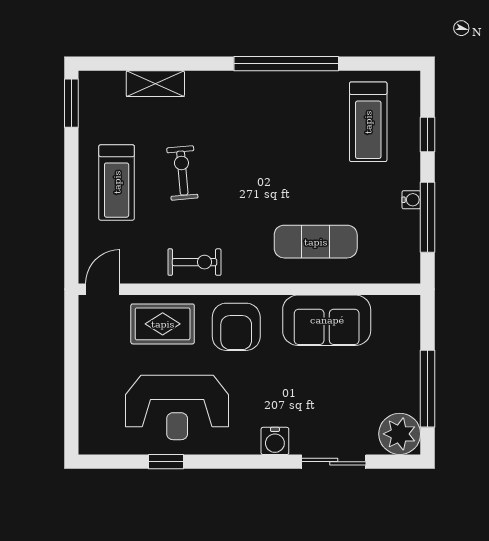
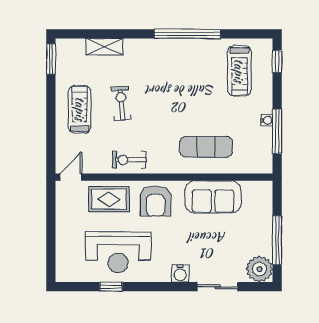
window: (427, 134) -> (277, 61), moved
treadmill: (117, 182) -> (80, 109), turned 180
exercise bike: (194, 262) -> (129, 160), turned 180

